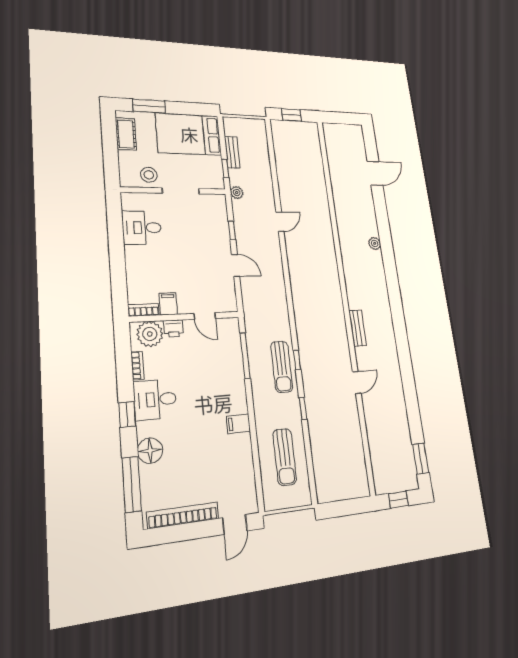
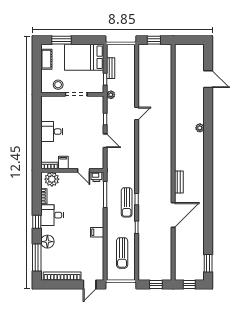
door: (375, 173) -> (208, 79), hinge flipped
desk: (142, 228) -> (52, 132), moved
printer: (173, 328) -> (96, 177), moved
door: (357, 383) -> (173, 215), width x1.88
window: (347, 507) -> (156, 285), added

